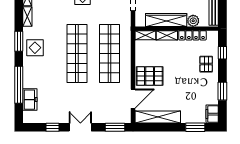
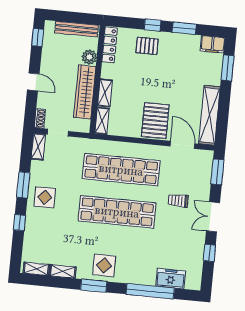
locker: (192, 35) -> (110, 45), moved
window: (222, 53) -> (153, 25), moved
trolley: (90, 99) -> (178, 201), added

